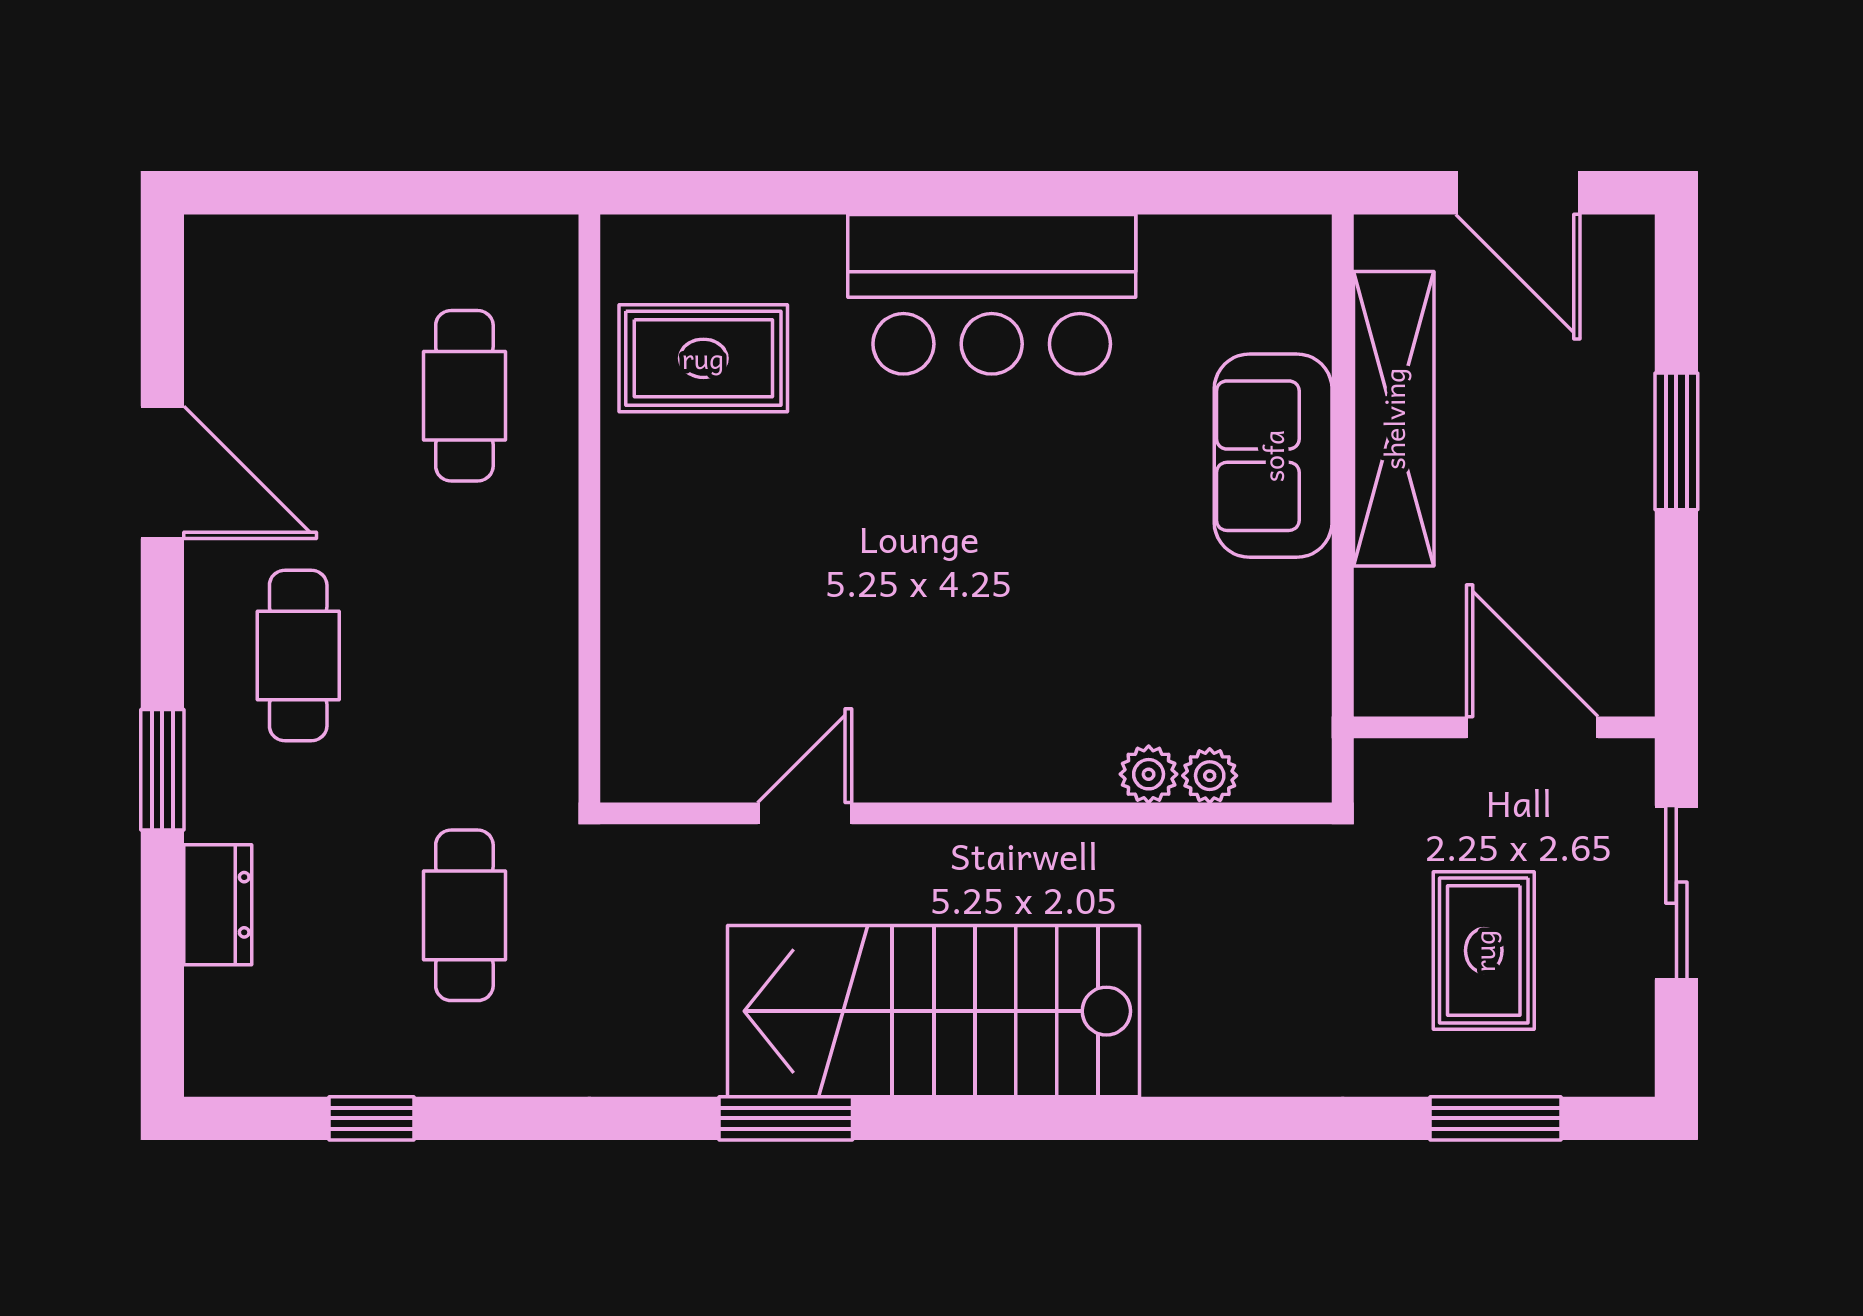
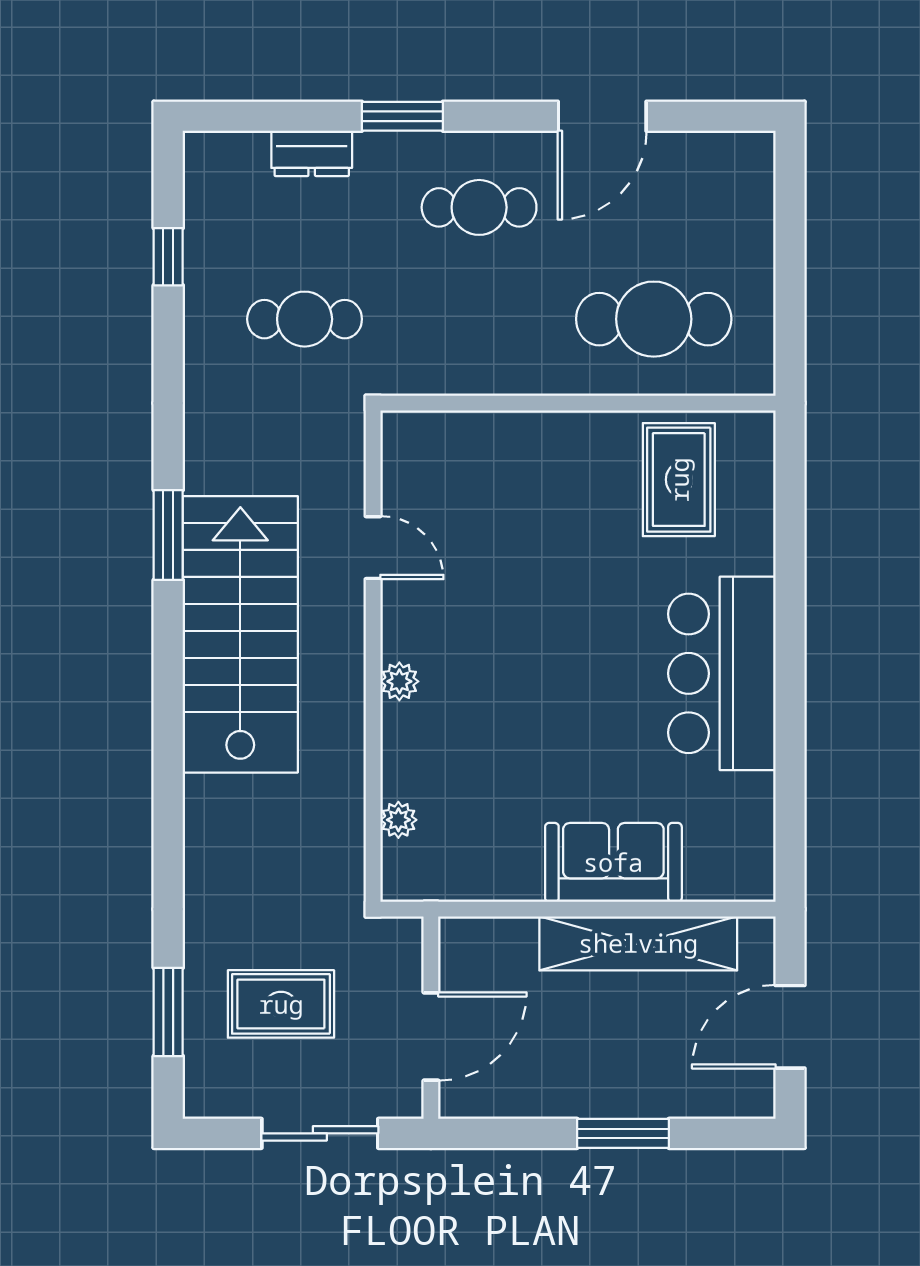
cafe table: (464, 396) -> (654, 319), width x1.37, depth x1.35
plant: (1149, 774) -> (399, 681), moved

